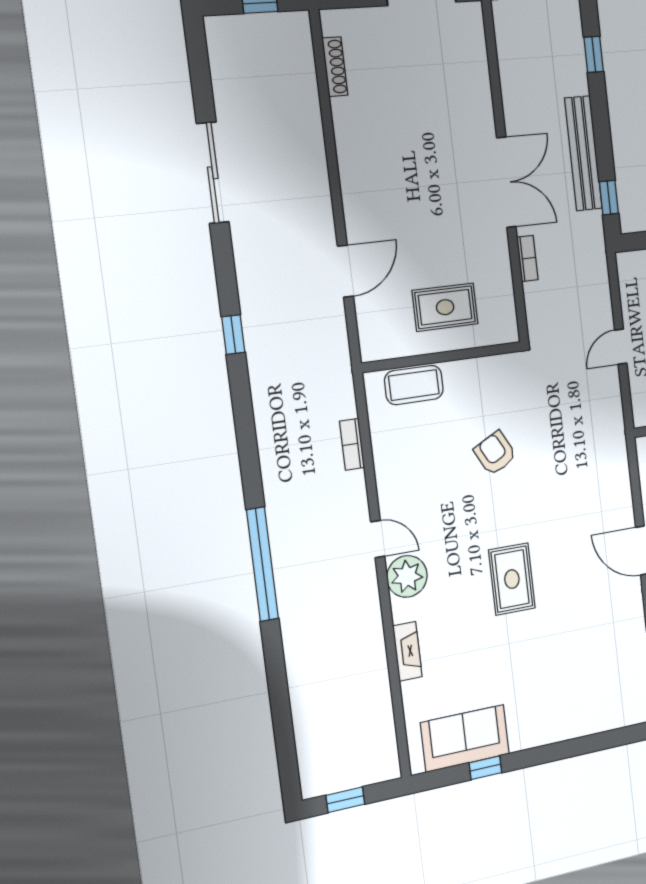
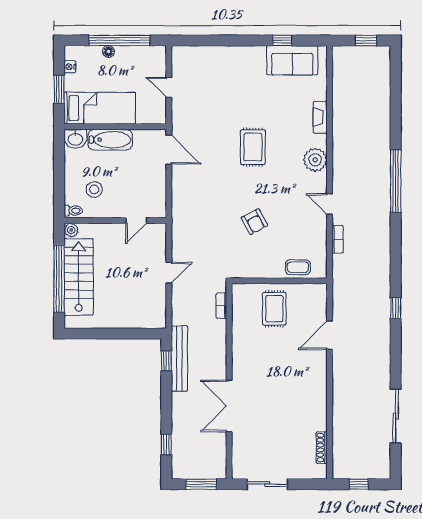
bench: (583, 153) -> (179, 359), moved
sliding door: (213, 173) -> (396, 416), moved
double door: (506, 182) -> (229, 406), moved
bookcase: (527, 258) -> (221, 306), moved
rug: (445, 307) -> (274, 309), turned 90
coffee table: (414, 385) -> (298, 267), width x0.73, depth x0.77
door: (378, 539) -> (330, 204), moved

